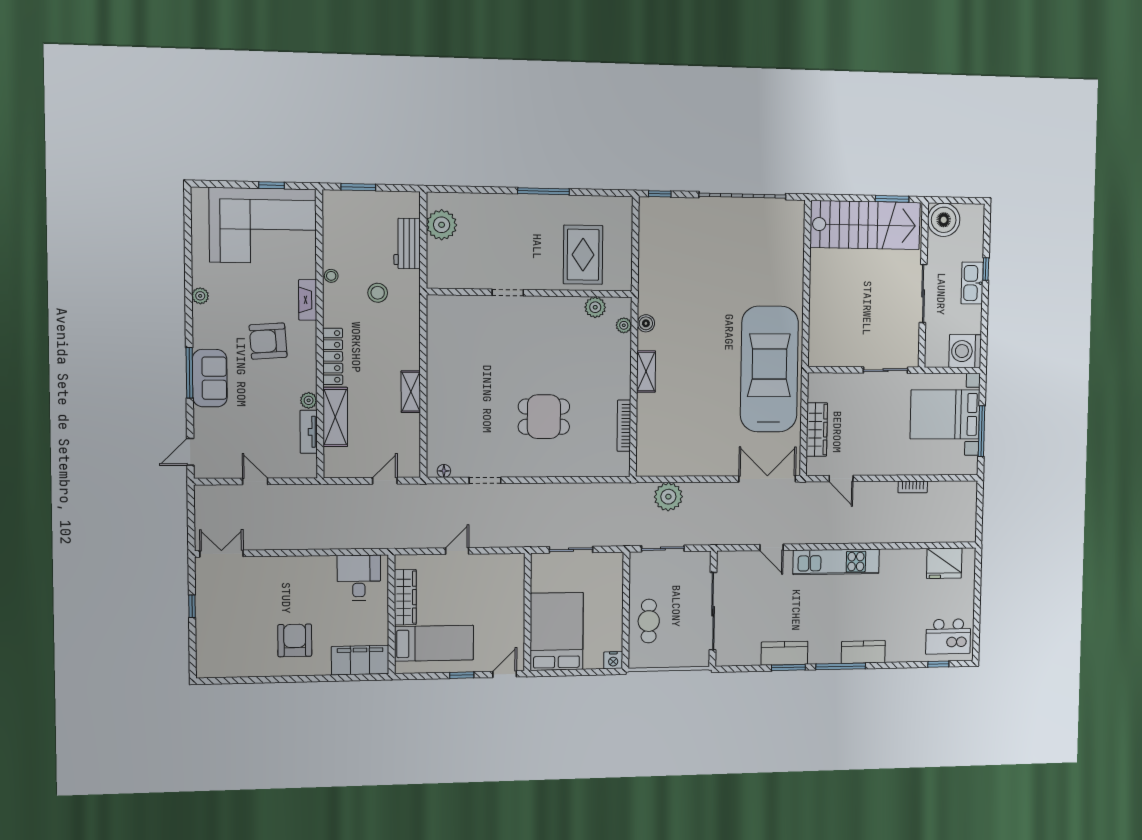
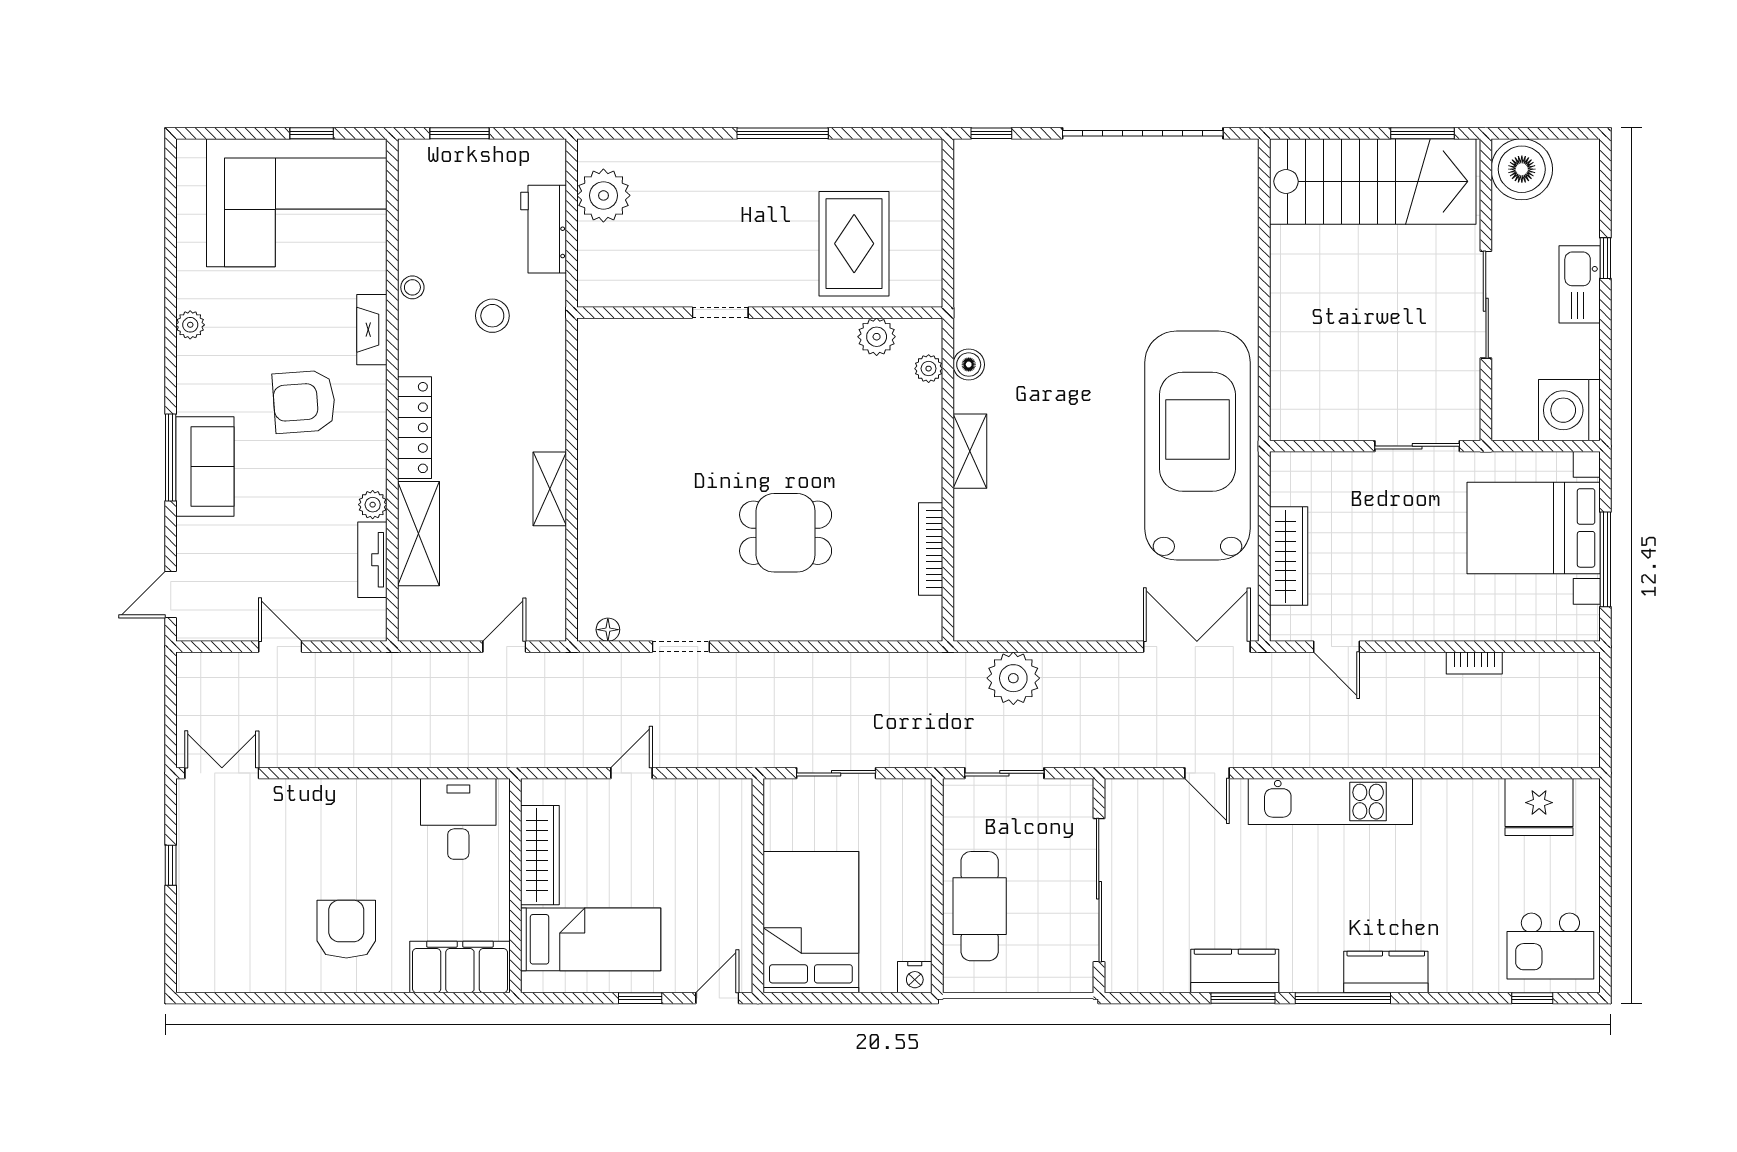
cafe table: (649, 621) -> (980, 906), width x1.37, depth x1.35

